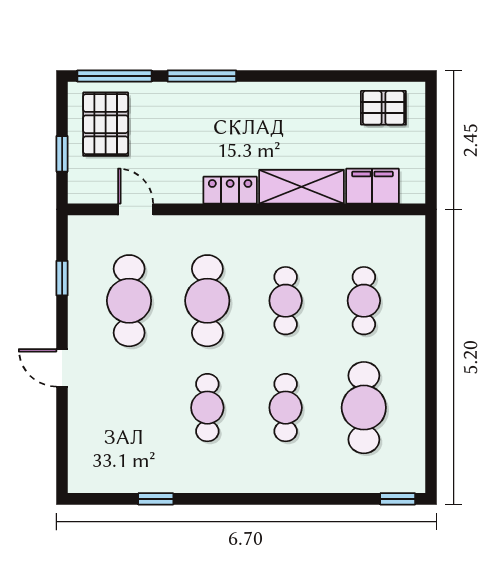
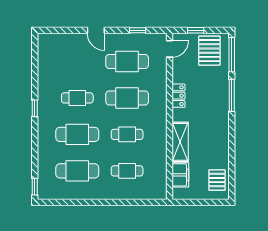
pallet: (106, 124) -> (209, 51), turned 90
locker: (230, 190) -> (179, 96), moved
door: (136, 209) -> (170, 49), moved
door: (62, 368) -> (96, 30), swing flipped
cafe table: (286, 408) -> (77, 134), width x1.37, depth x1.35
window: (156, 499) -> (35, 108), moved

